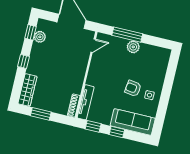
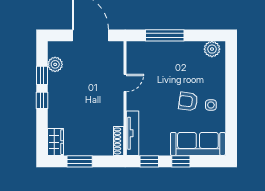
window: (30, 32) -> (42, 75), moved
door: (93, 46) -> (125, 83), moved
plant: (133, 47) -> (212, 49), moved
wardrobe: (27, 90) -> (56, 142), width x0.67

